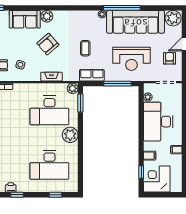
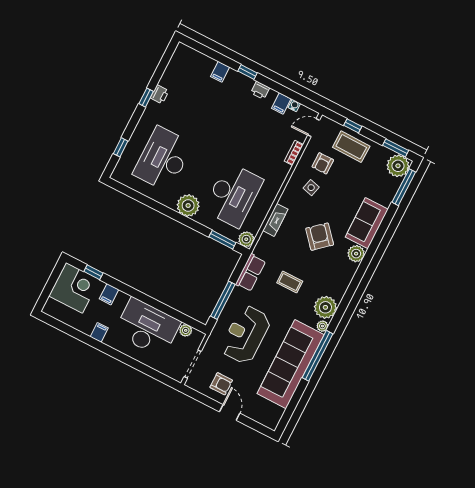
plant: (173, 18) -> (325, 307), moved
desk: (49, 110) -> (233, 195), turned 180

